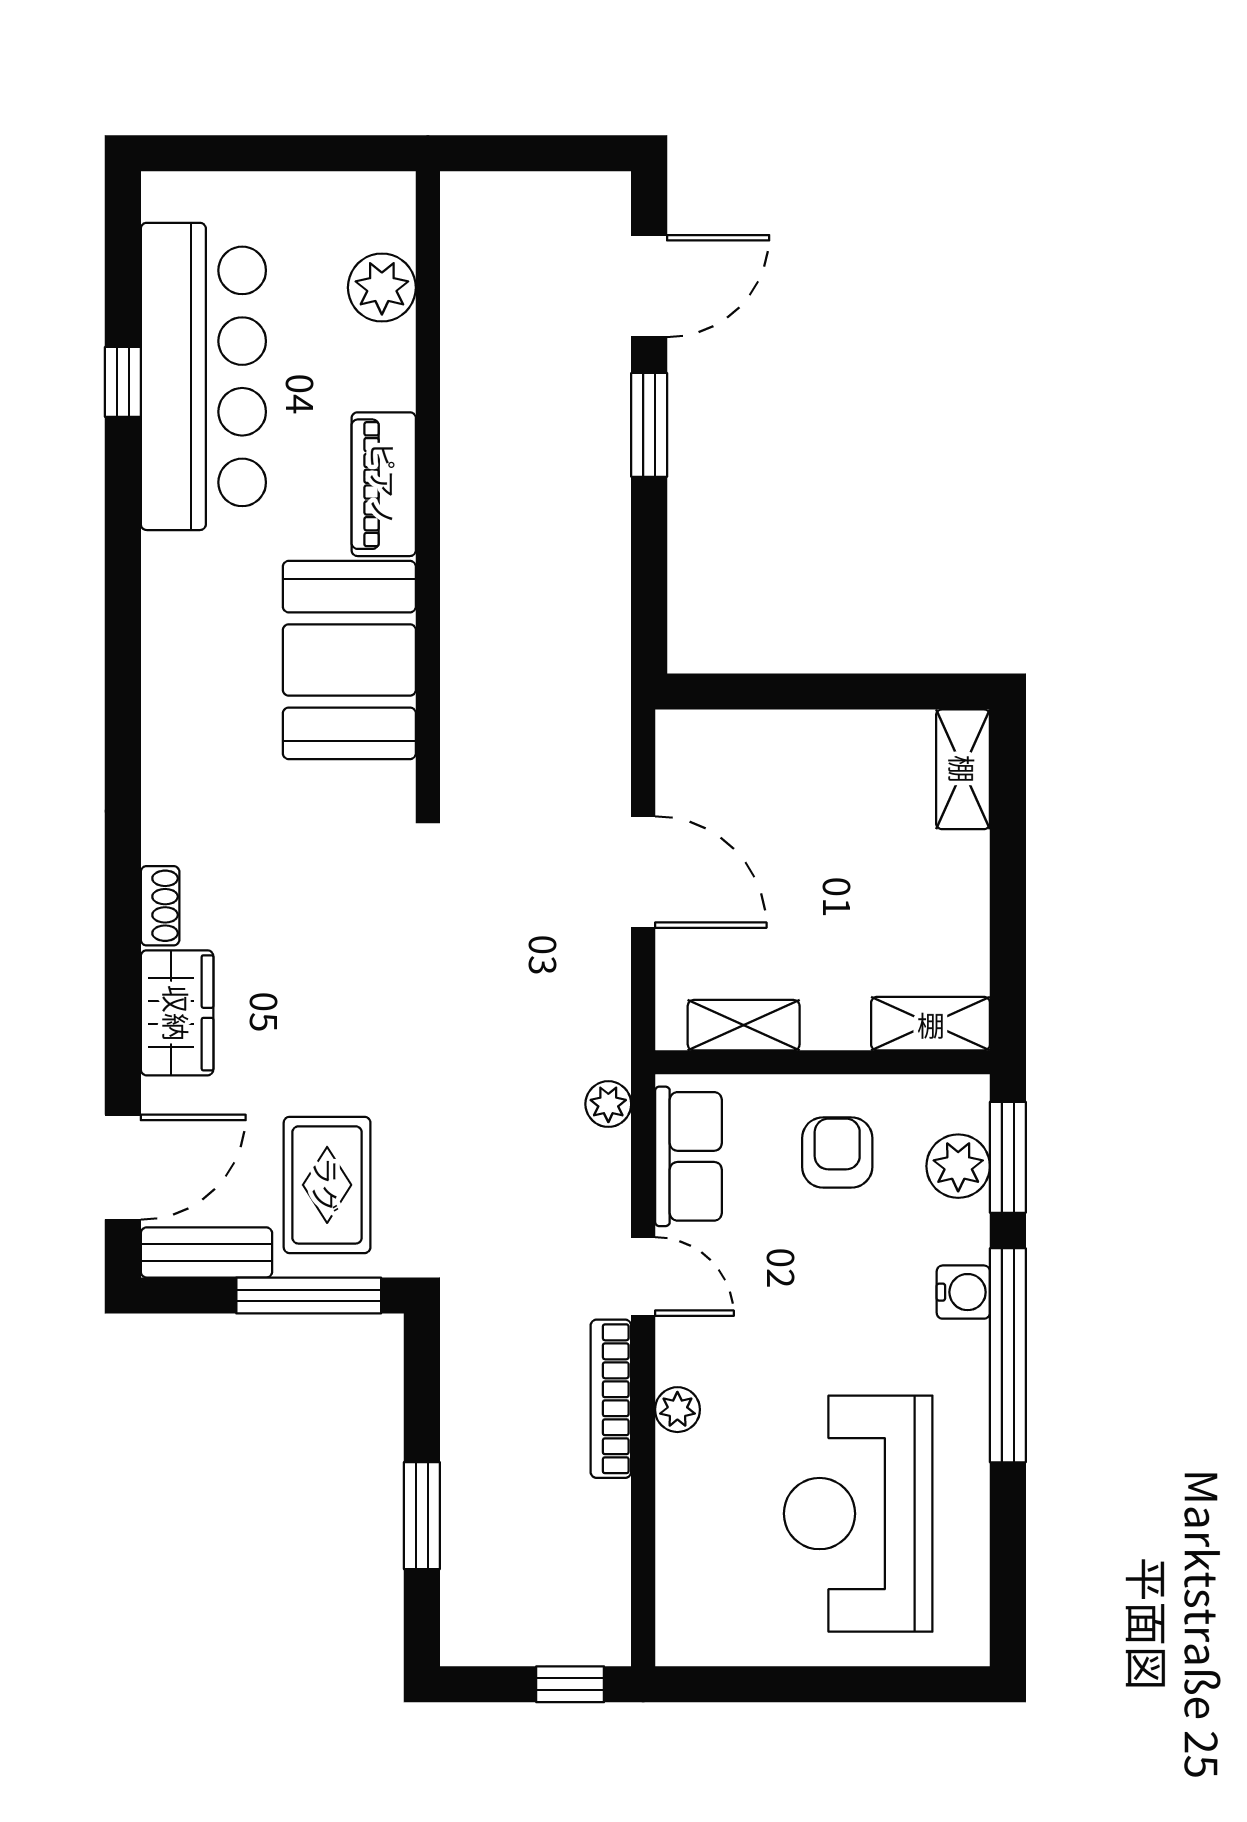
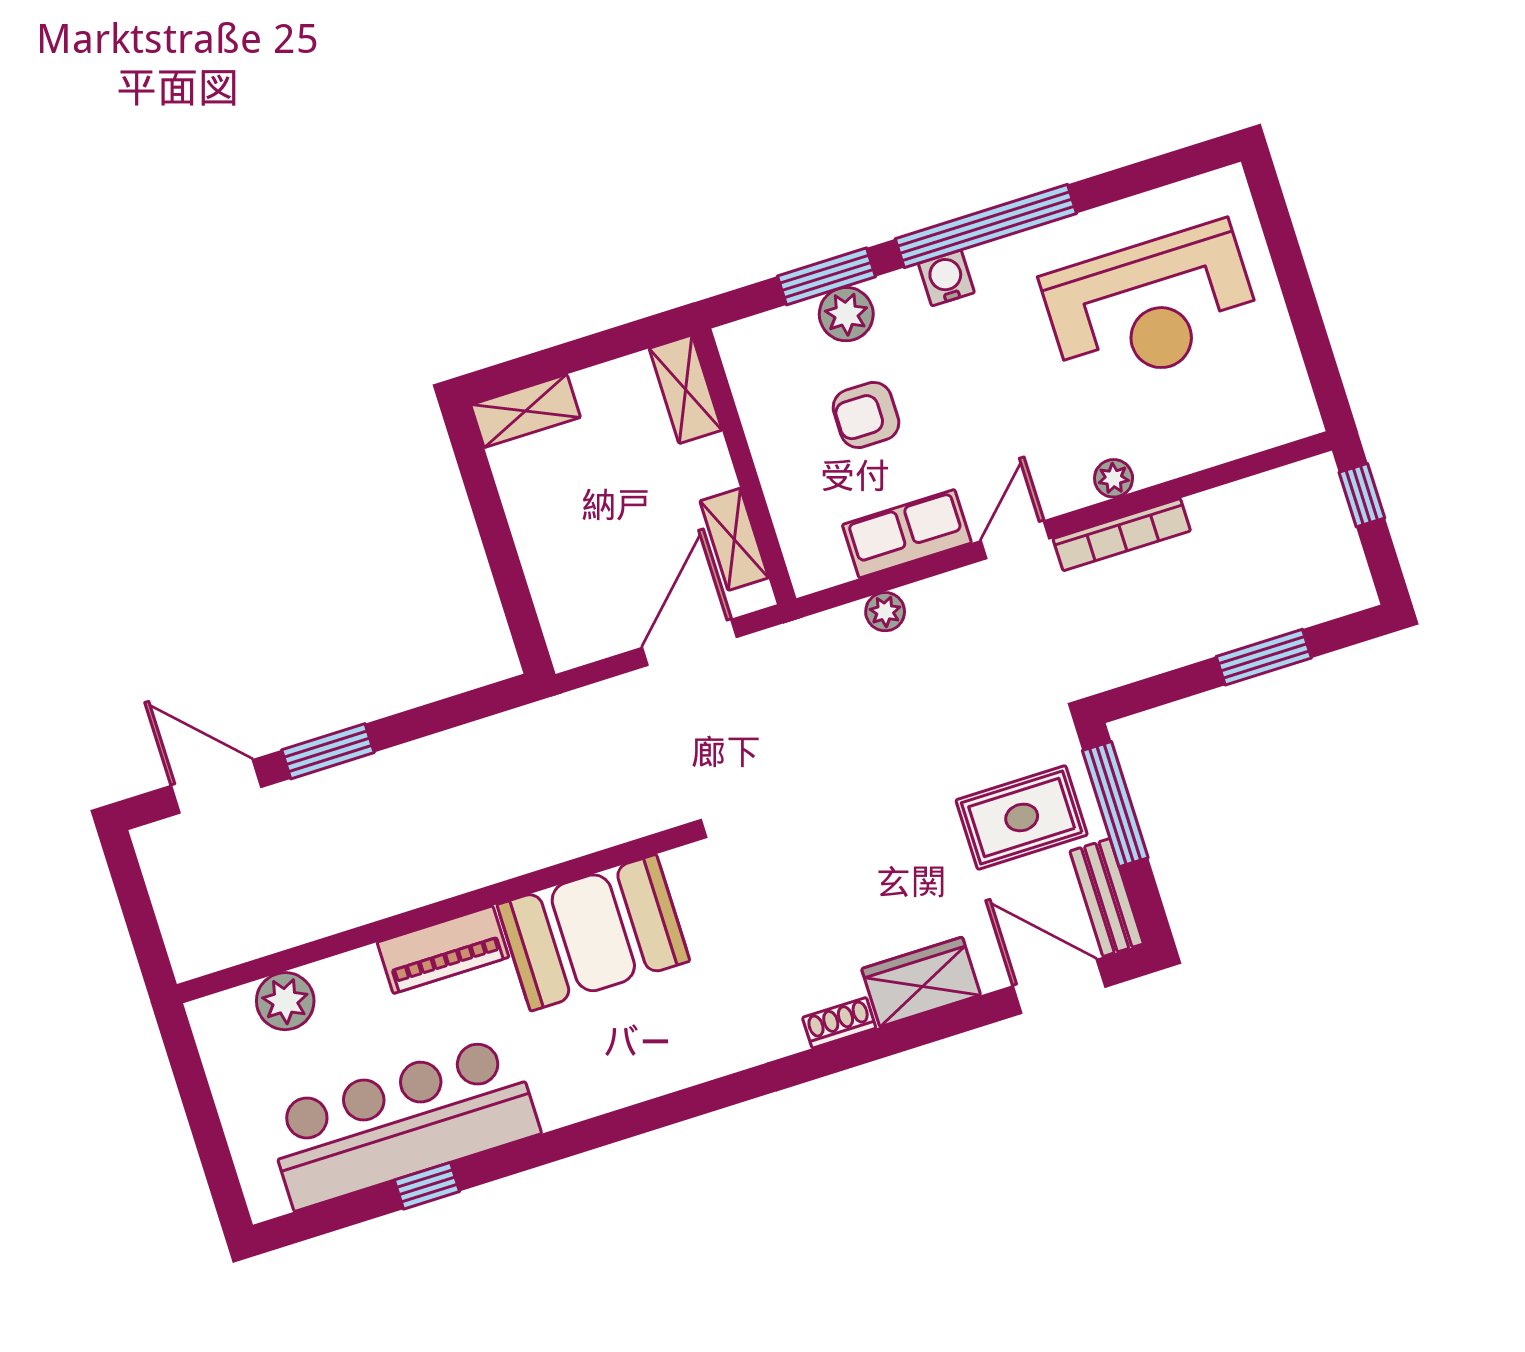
shelving: (931, 1024) -> (686, 389), moved
shelving: (744, 1025) -> (734, 539), moved
wall: (822, 1062) -> (744, 466), moved

